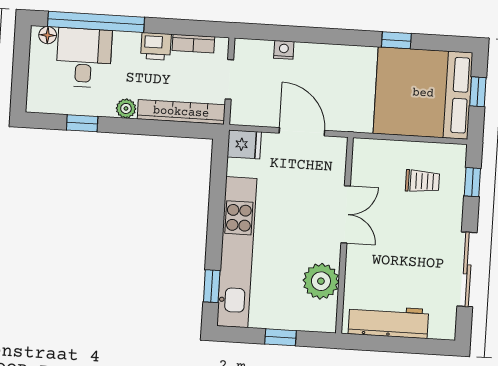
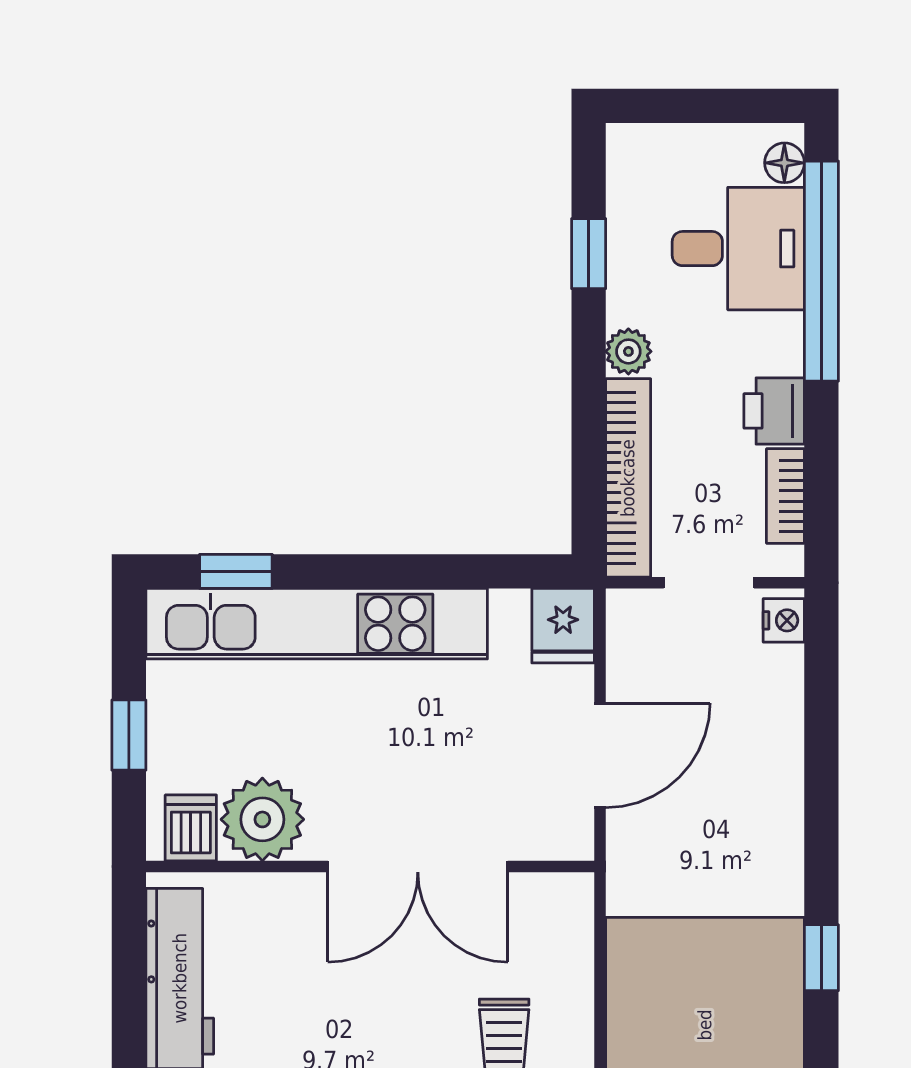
nightstand: (284, 50) -> (784, 620), moved
double door: (346, 214) -> (418, 867), width x1.37
dishwasher: (323, 313) -> (191, 828), added

